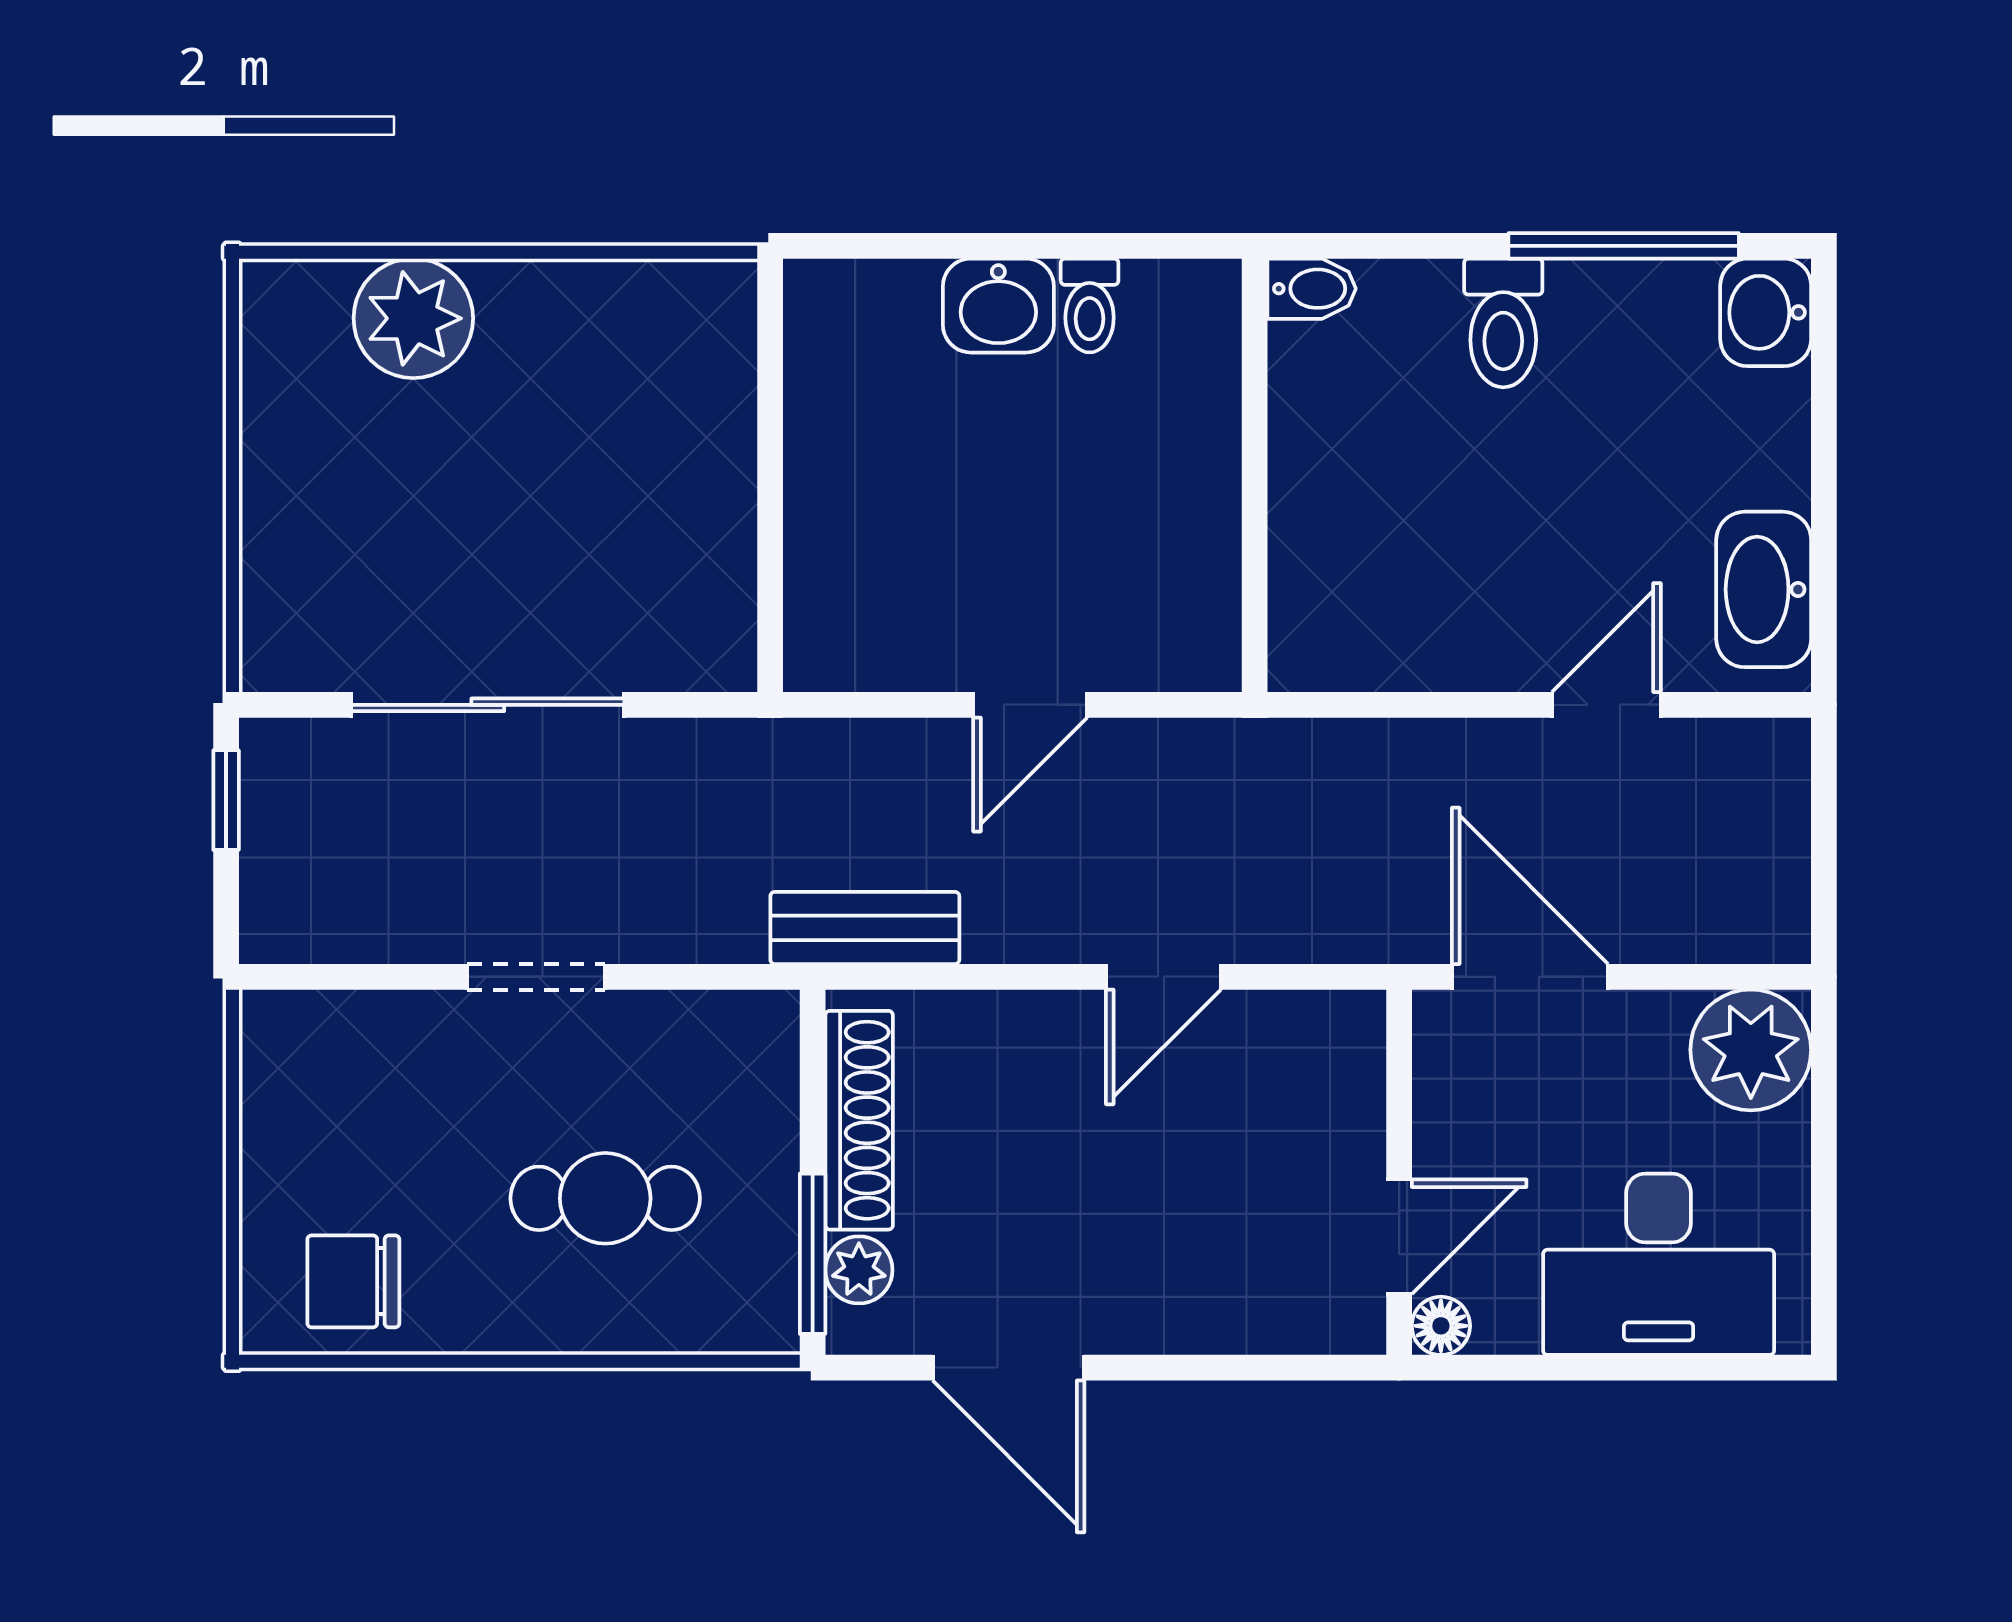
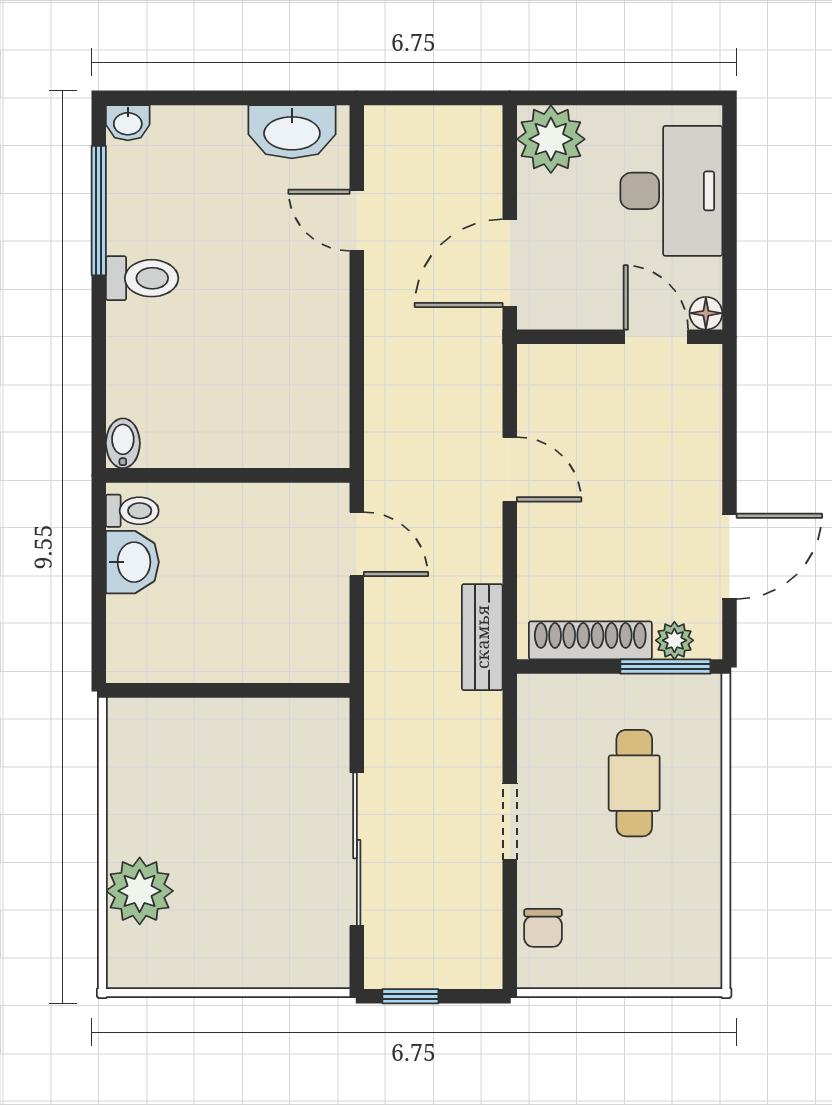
bidet: (1312, 289) -> (123, 443), moved
washbasin: (1766, 312) -> (128, 123), width x0.72, depth x0.69
wall: (1255, 475) -> (228, 475), moved
chair: (353, 1281) -> (543, 928), moved, width x0.73, depth x0.73

